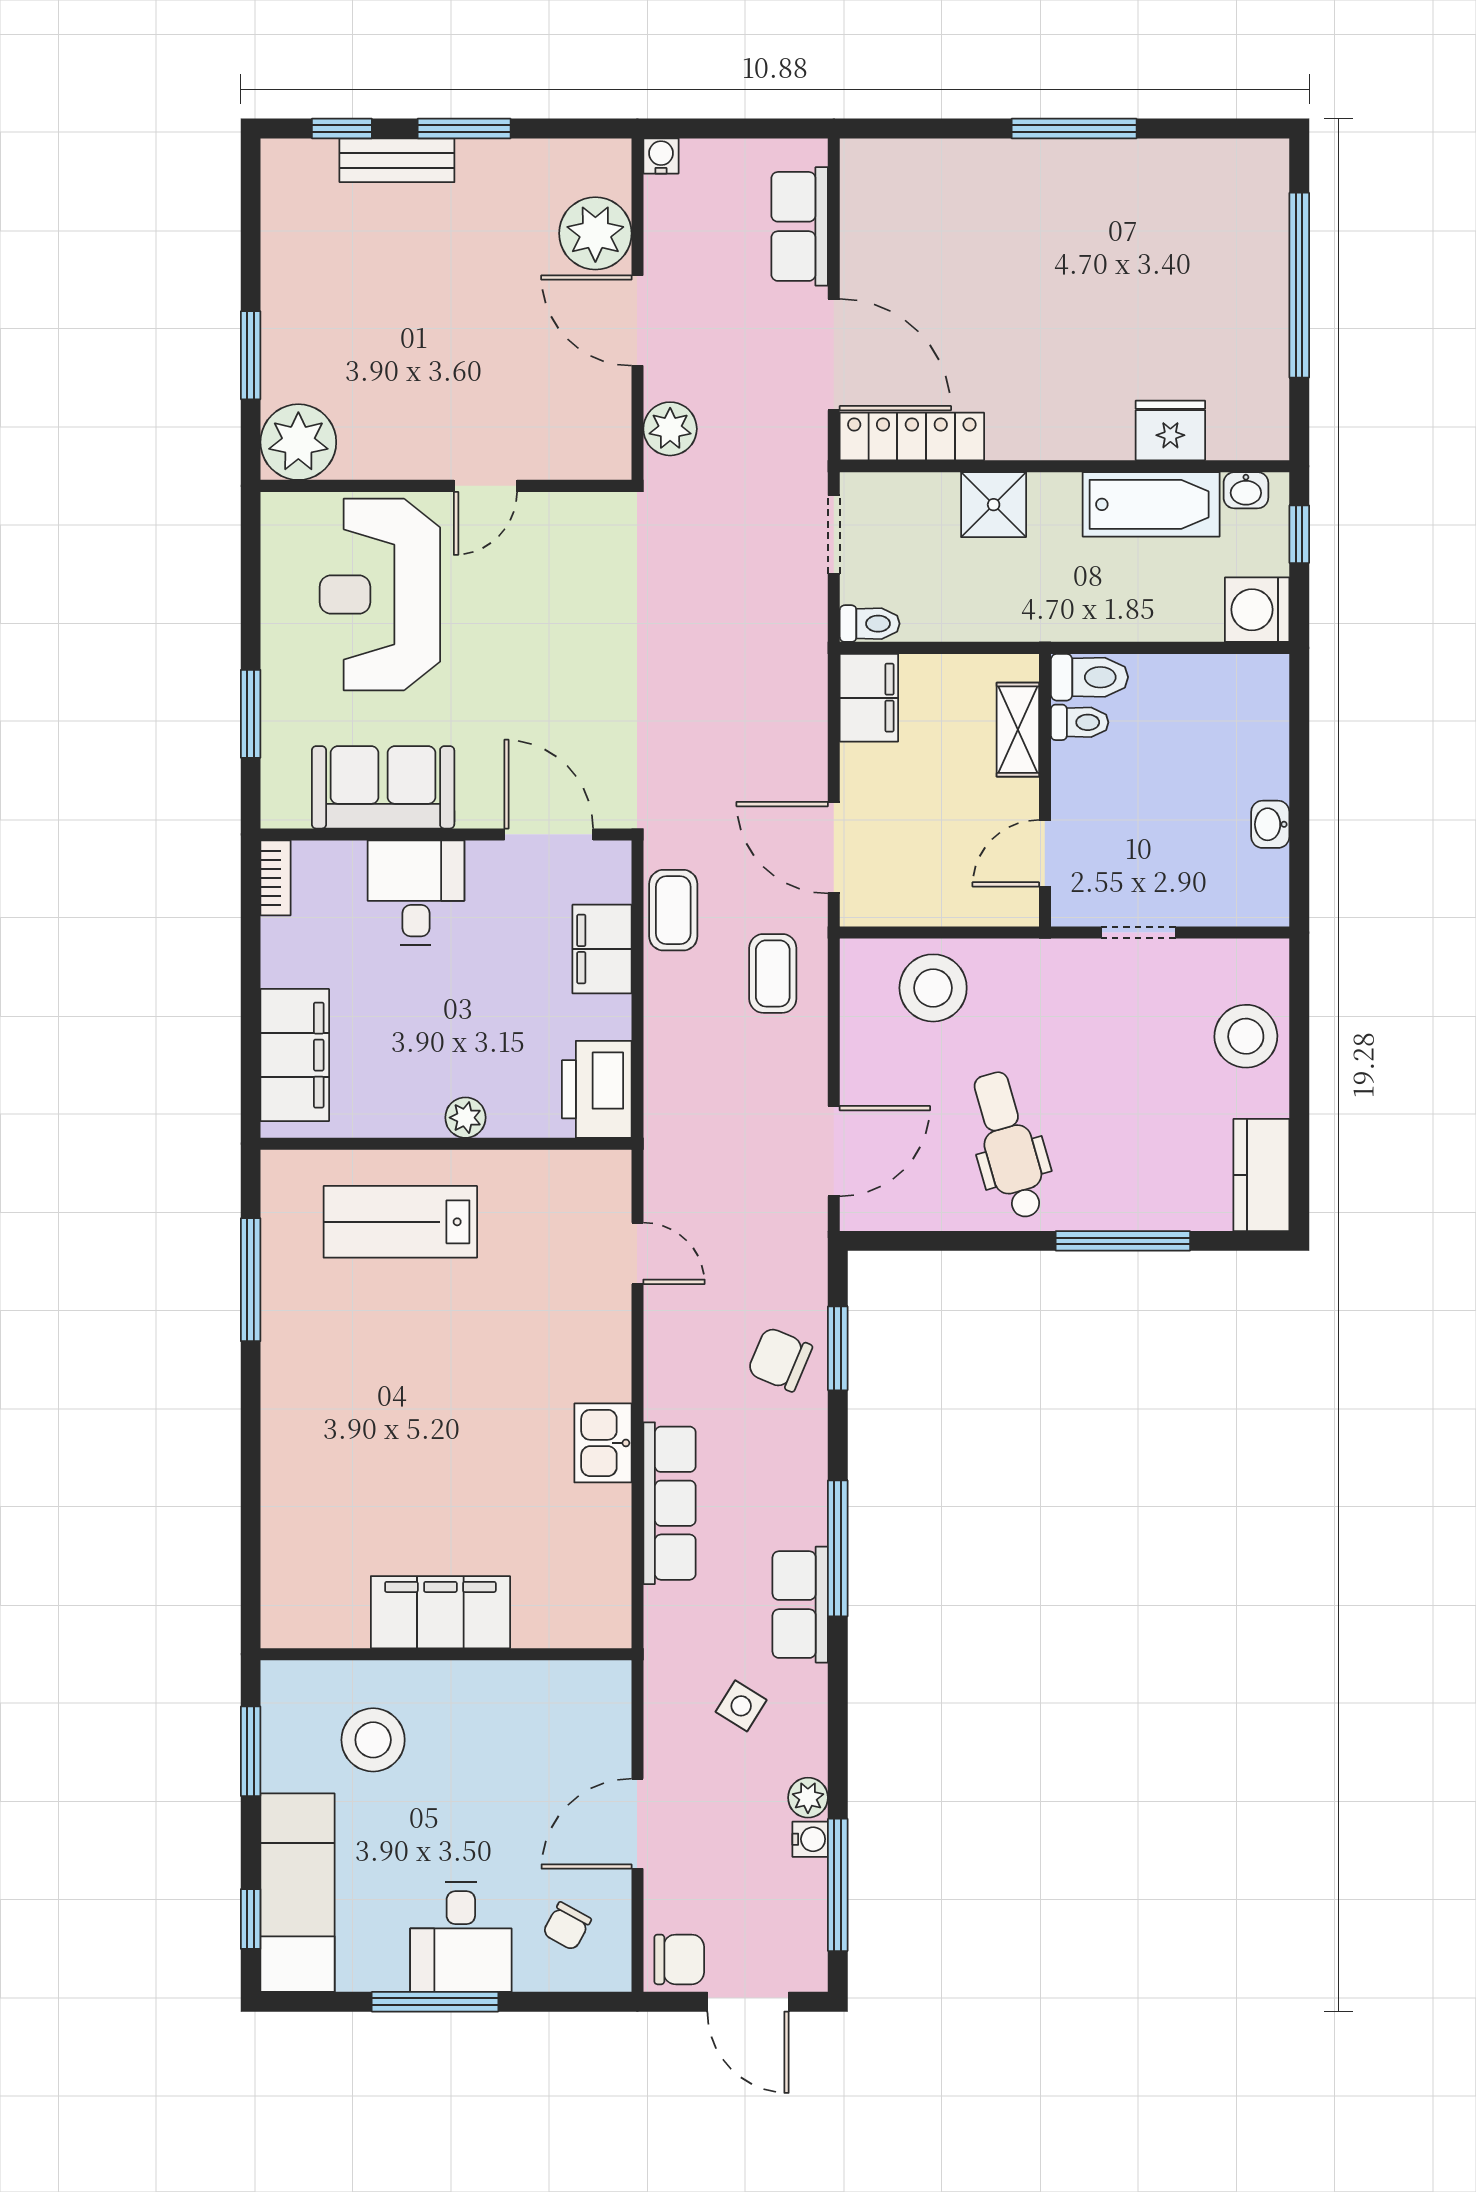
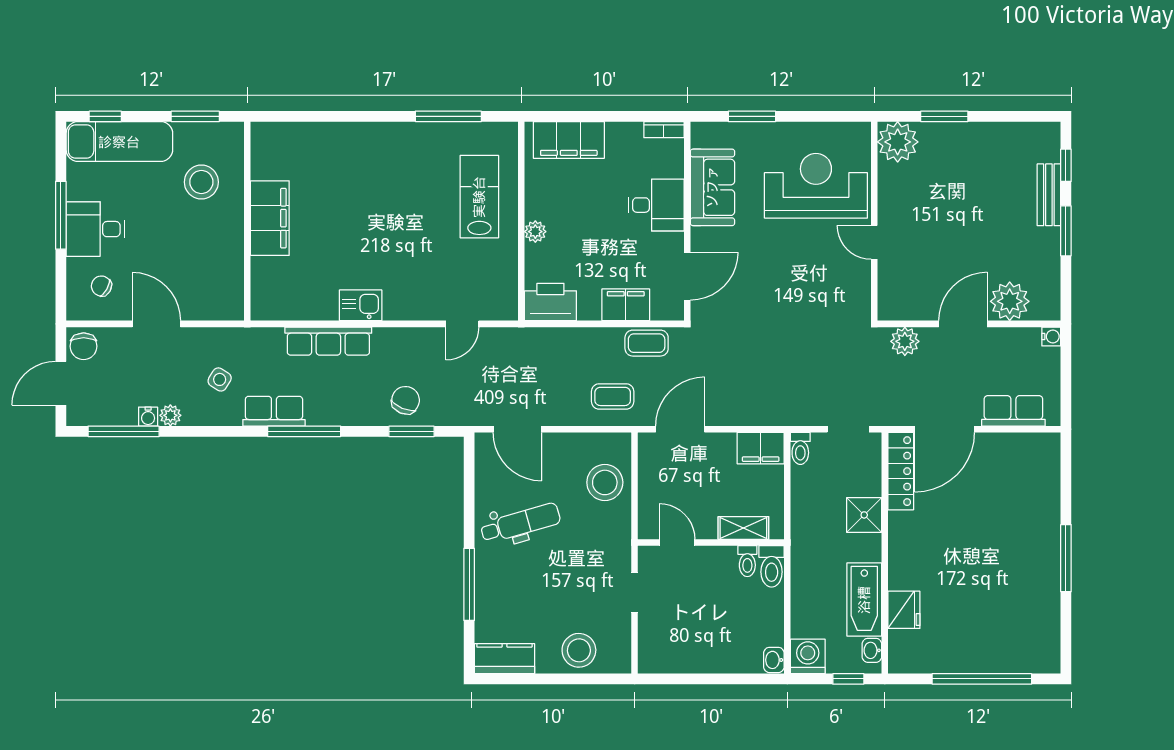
washbasin: (1270, 824) -> (774, 660), moved, turned -90

